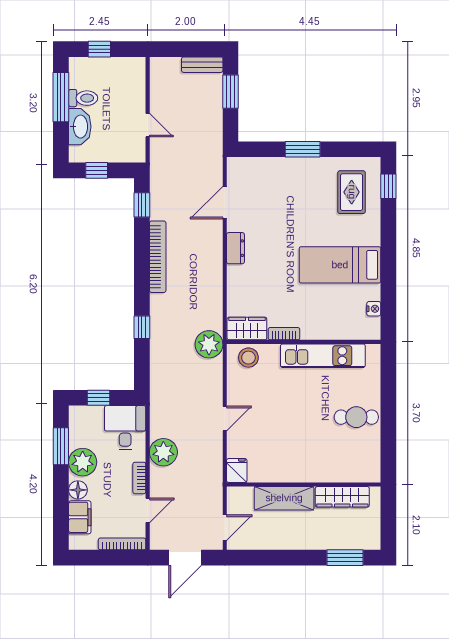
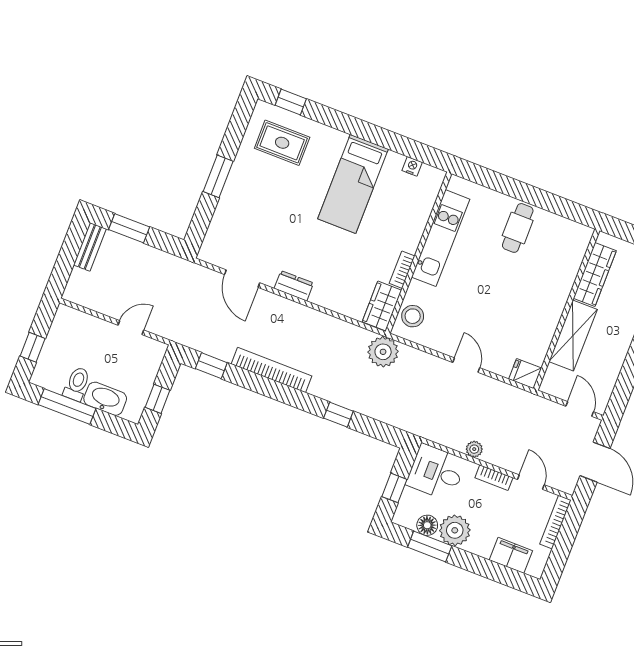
plant: (163, 452) -> (474, 449), width x0.53, depth x0.53
floor lamp: (78, 490) -> (427, 525), moved

